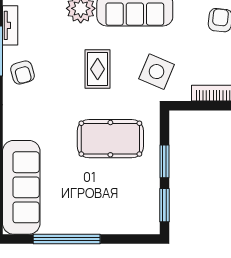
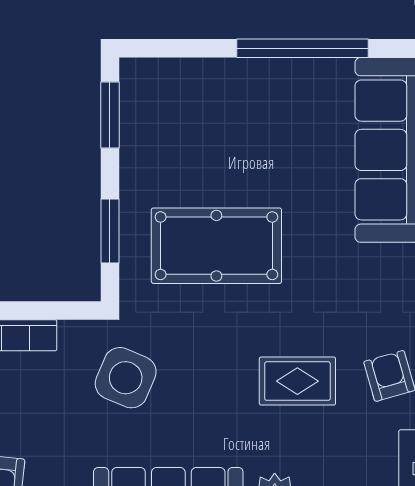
rug: (98, 69) -> (297, 381), moved, turned 90
window: (164, 161) -> (110, 231), moved

